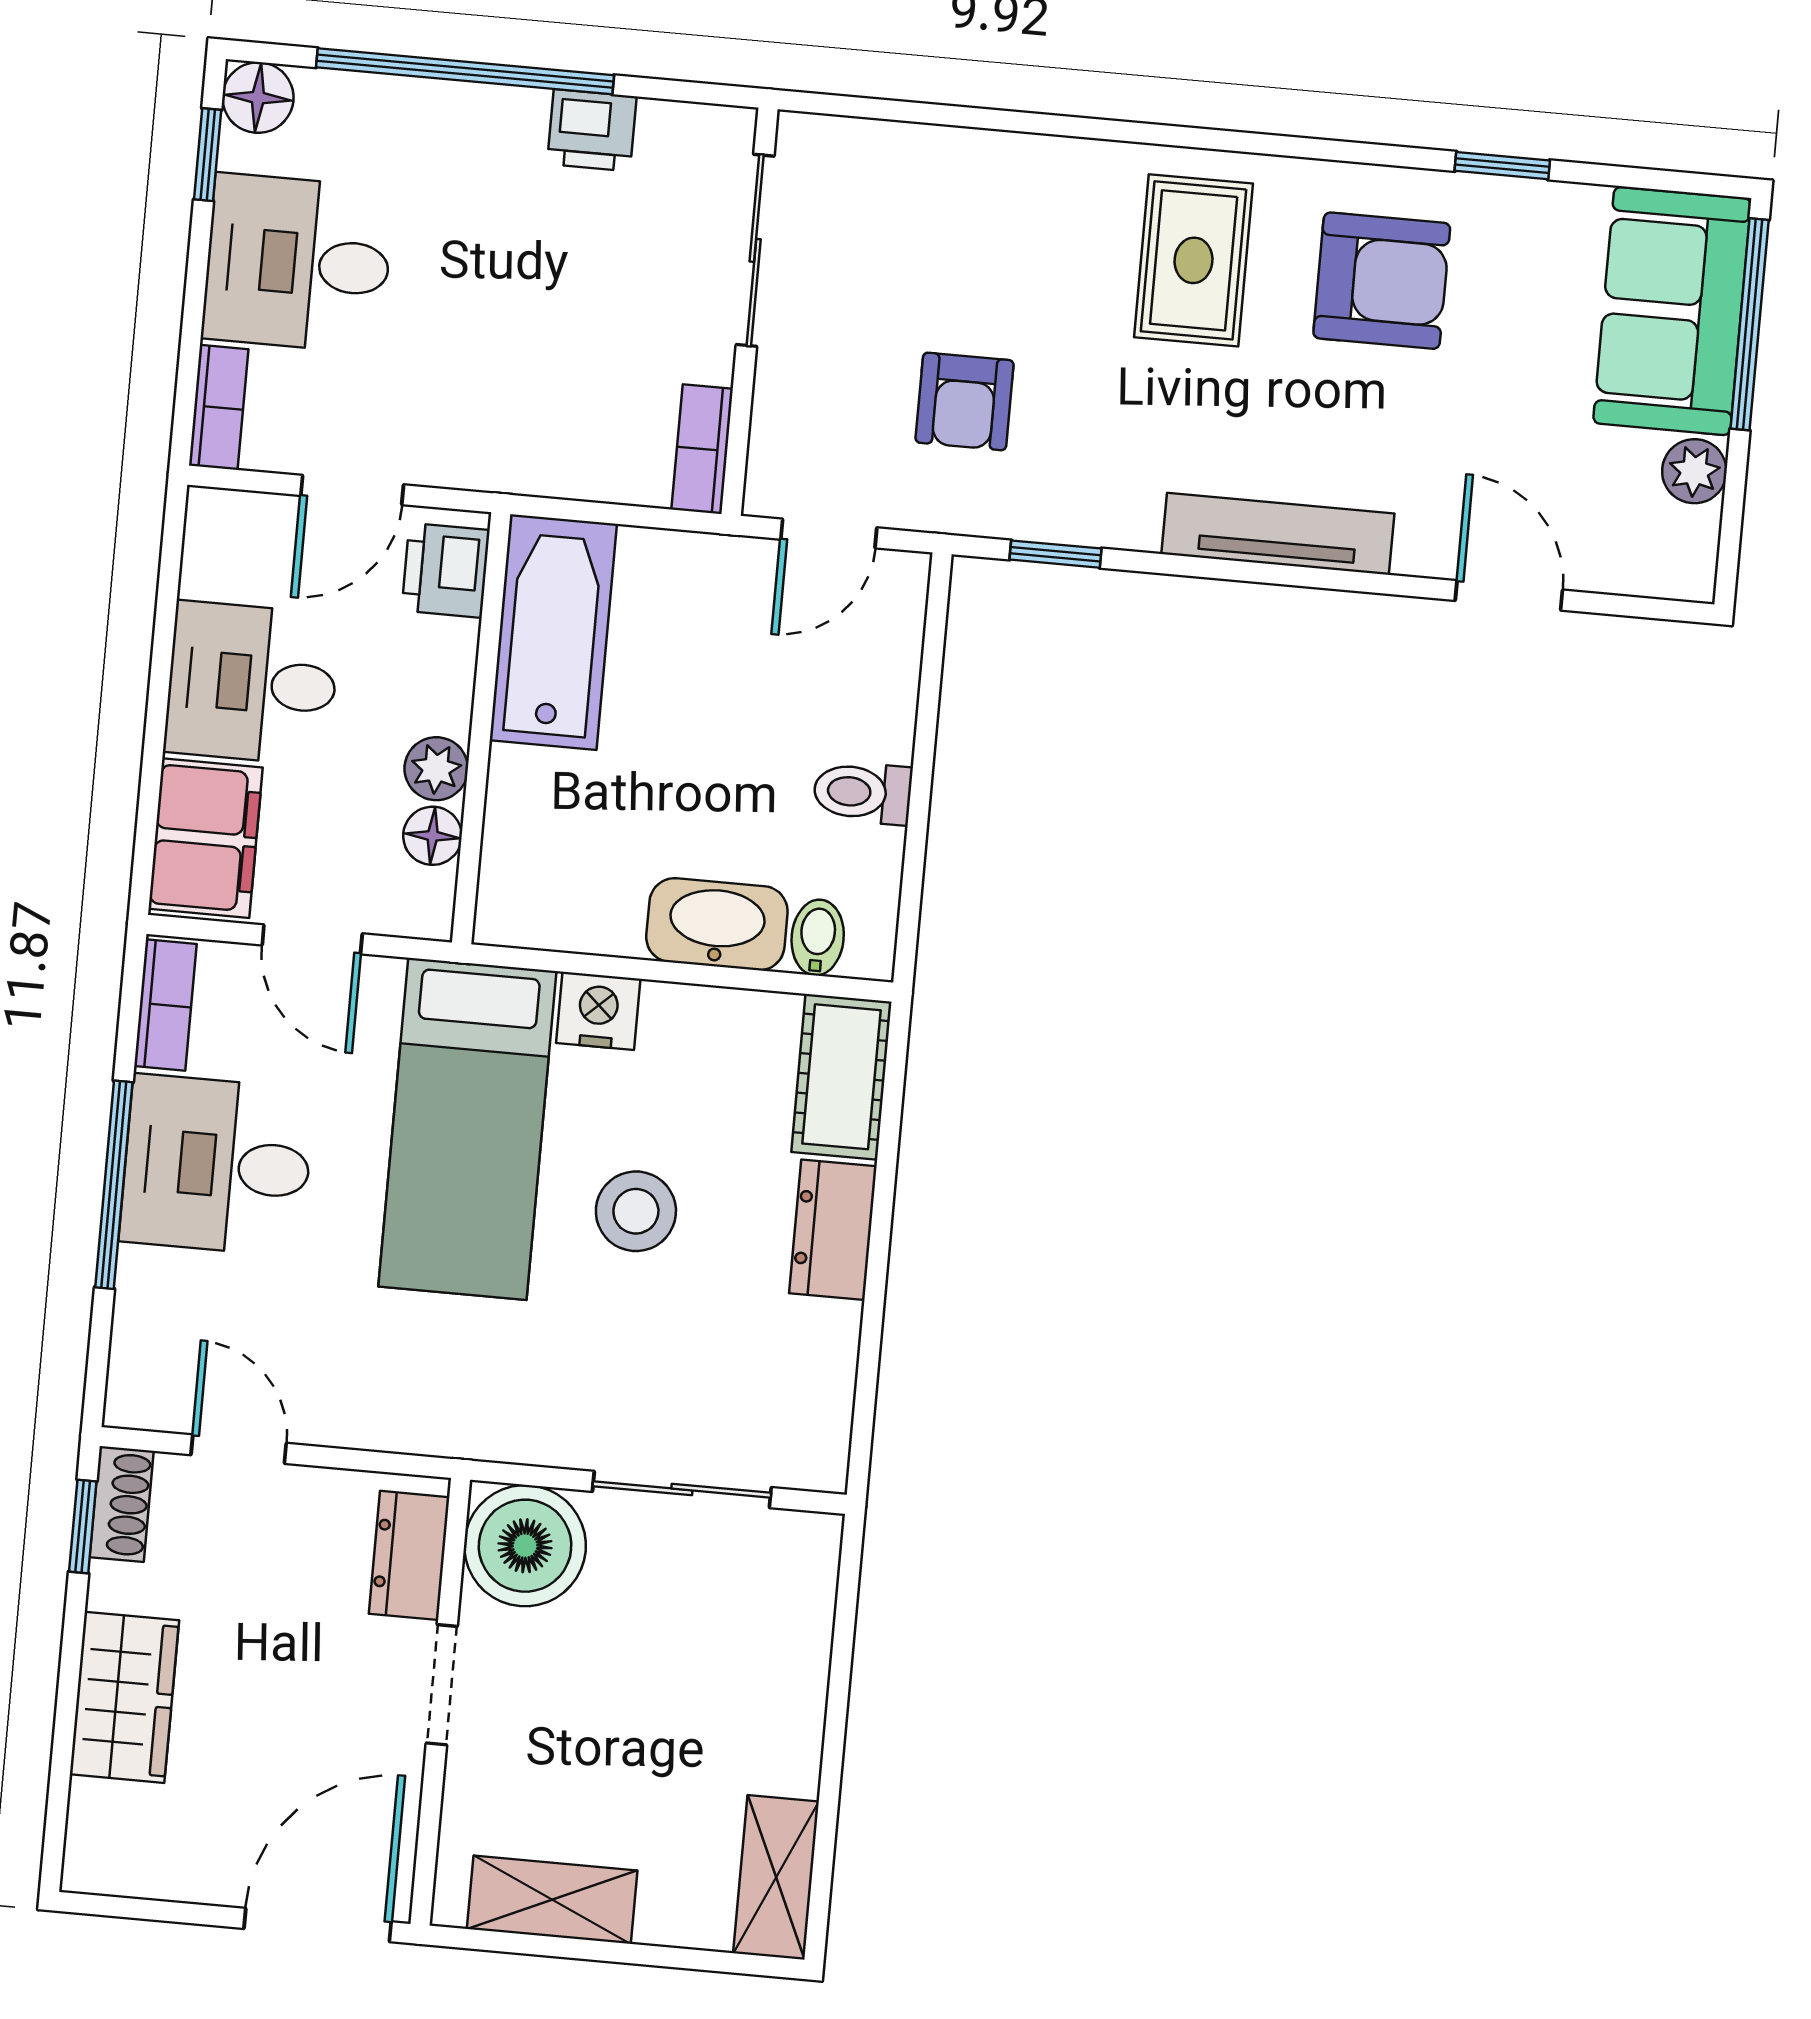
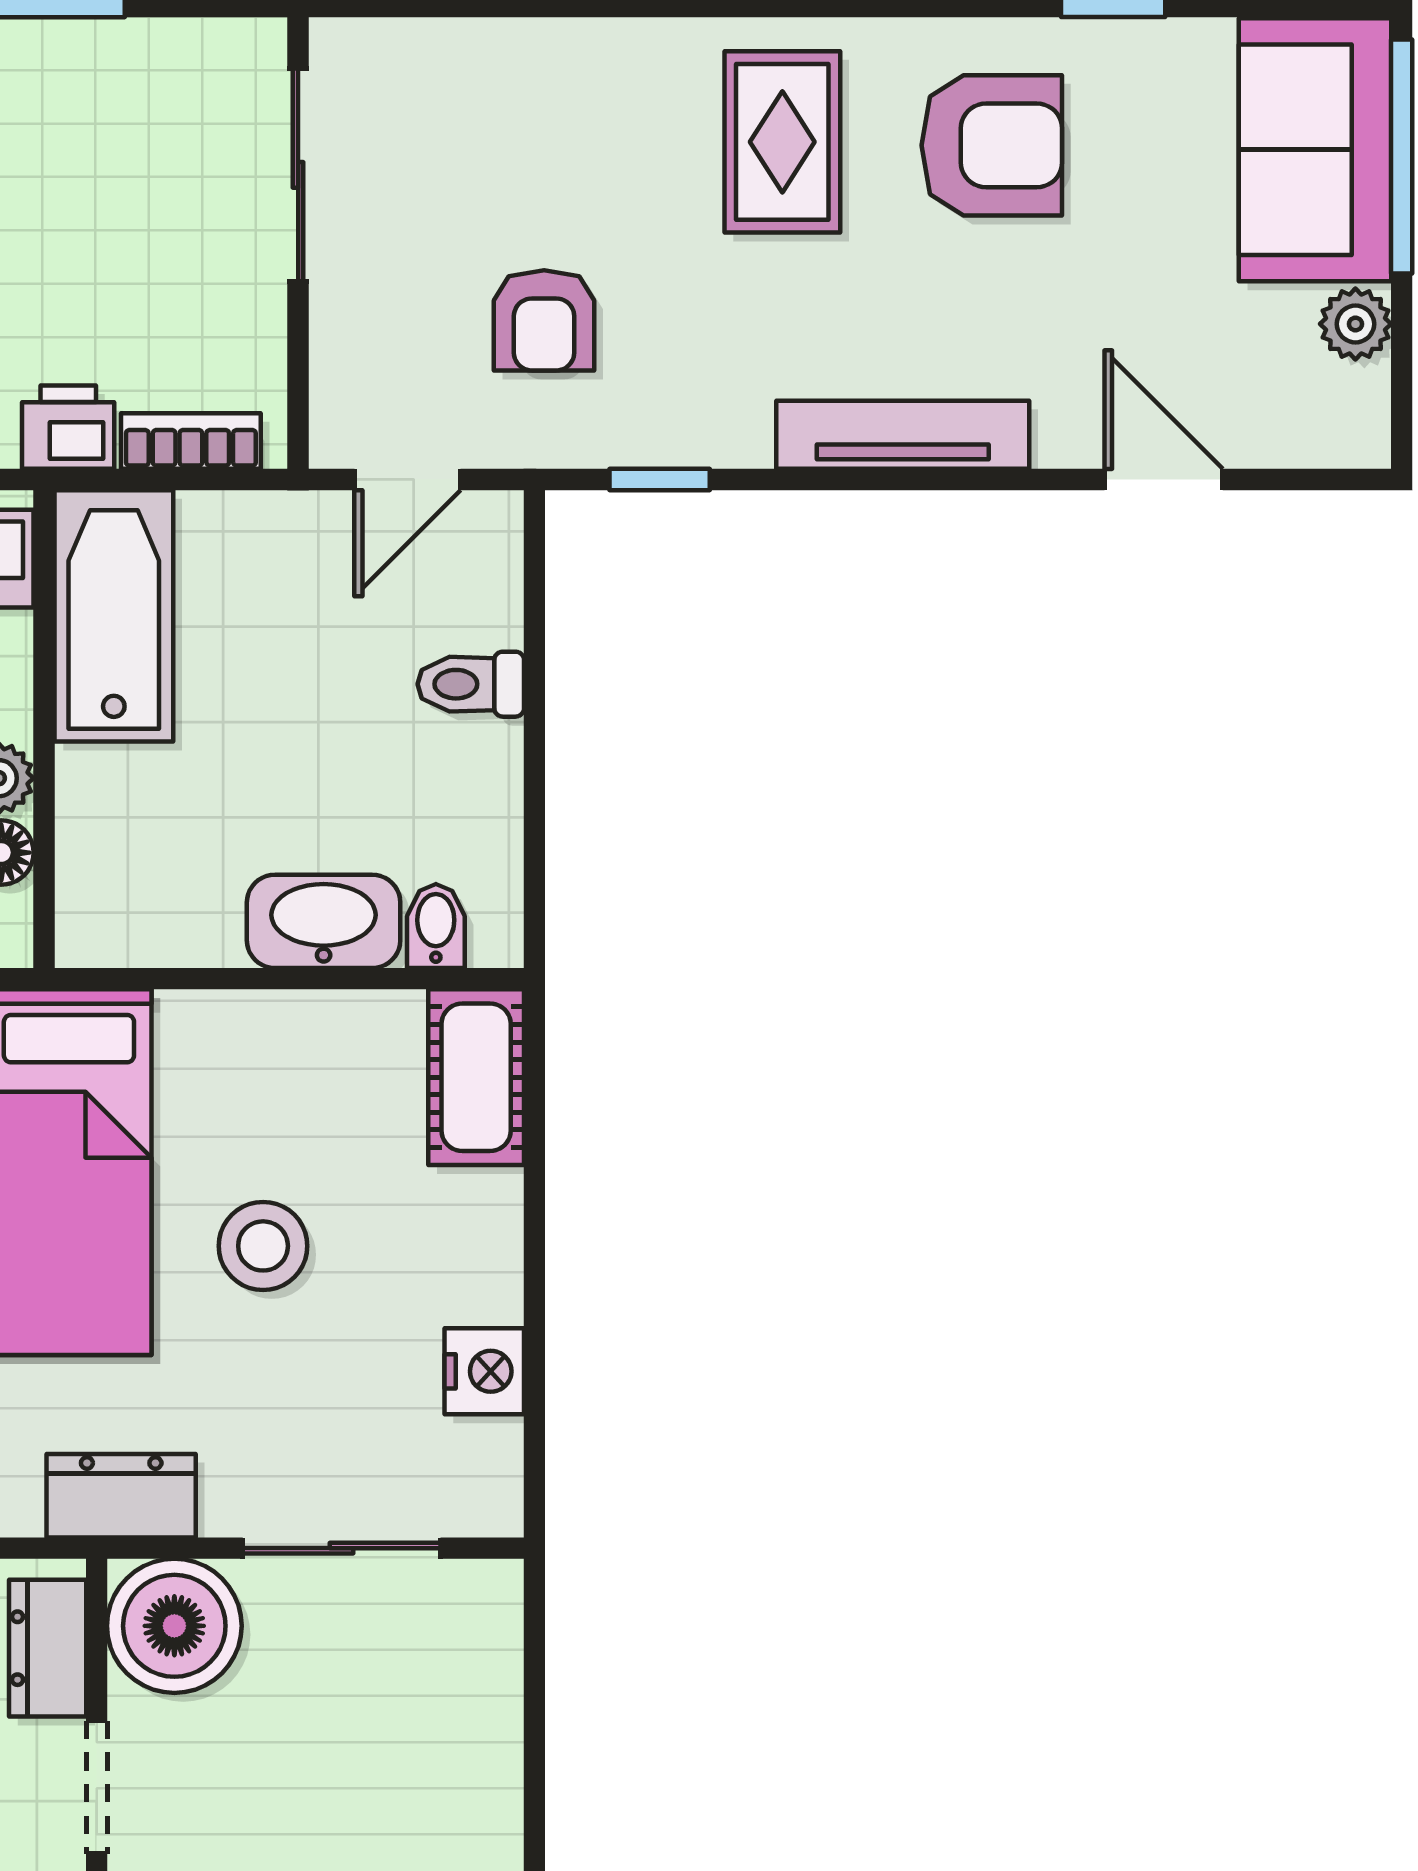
printer: (592, 130) -> (68, 427), moved, turned 180
bookcase: (702, 449) -> (191, 441), moved, turned 90
toilet: (863, 793) -> (471, 684), moved
nightstand: (598, 1011) -> (484, 1371), moved, turned 90
dresser: (833, 1230) -> (121, 1496), moved, turned 90

